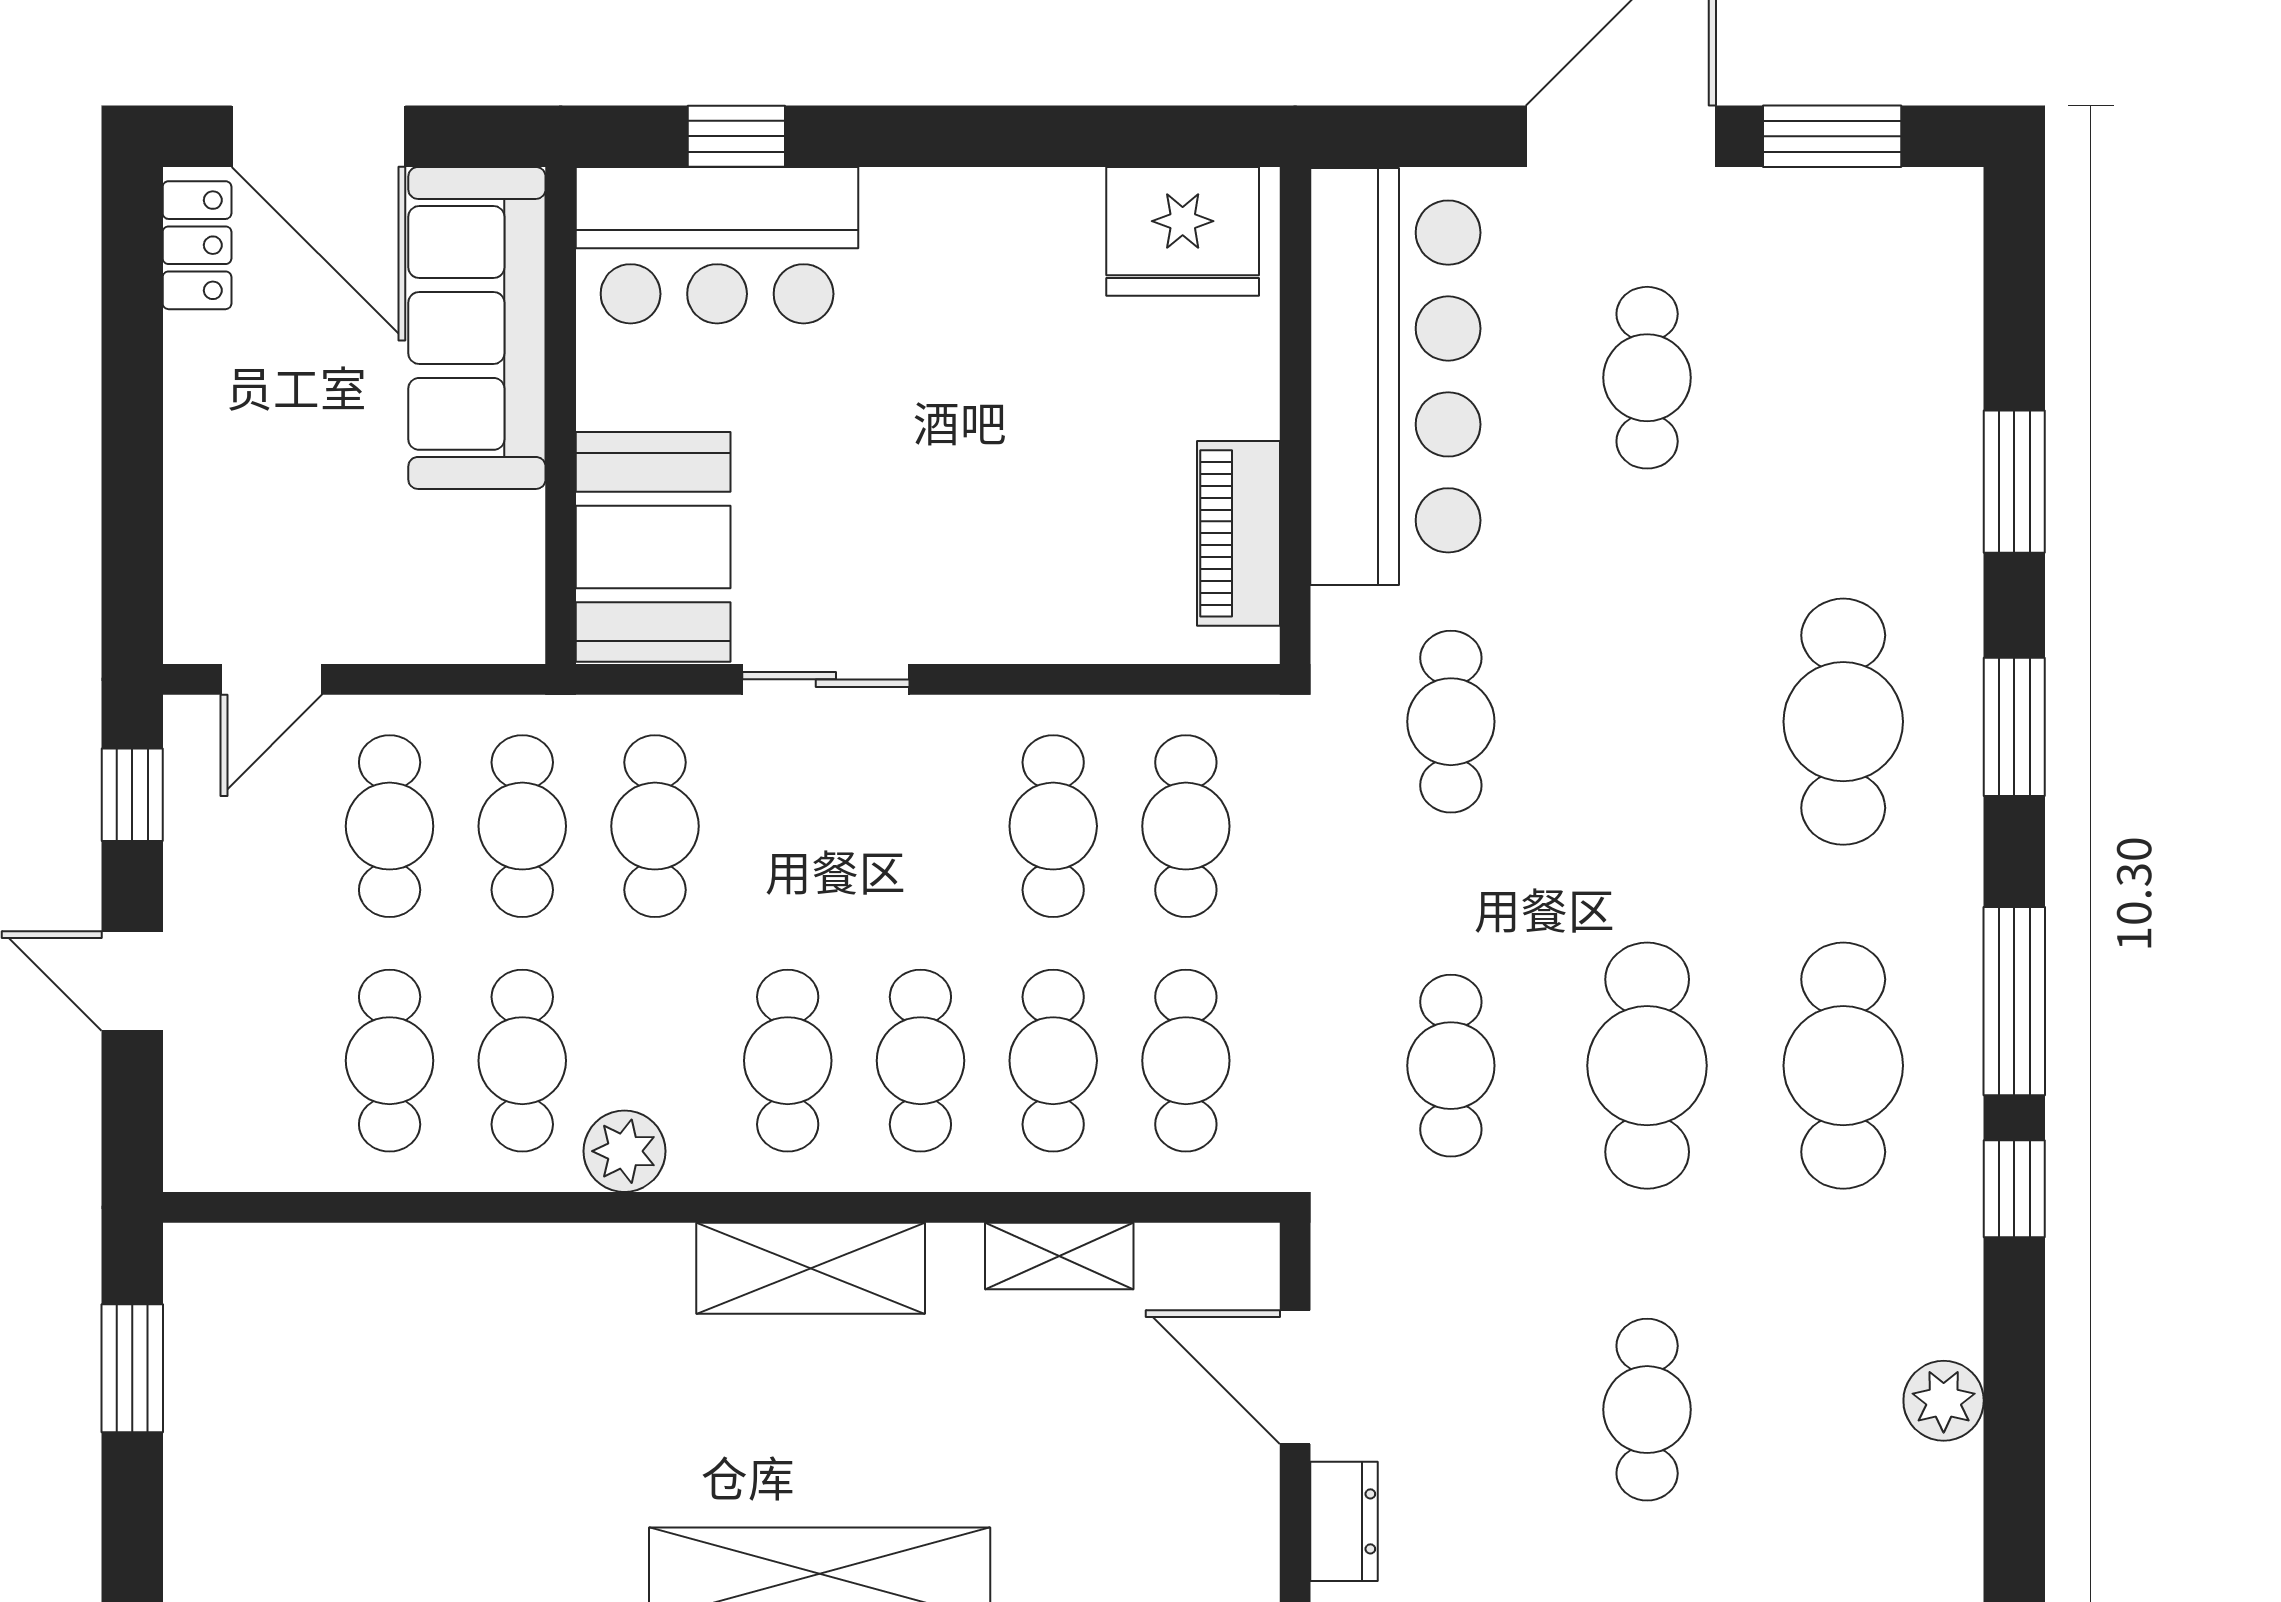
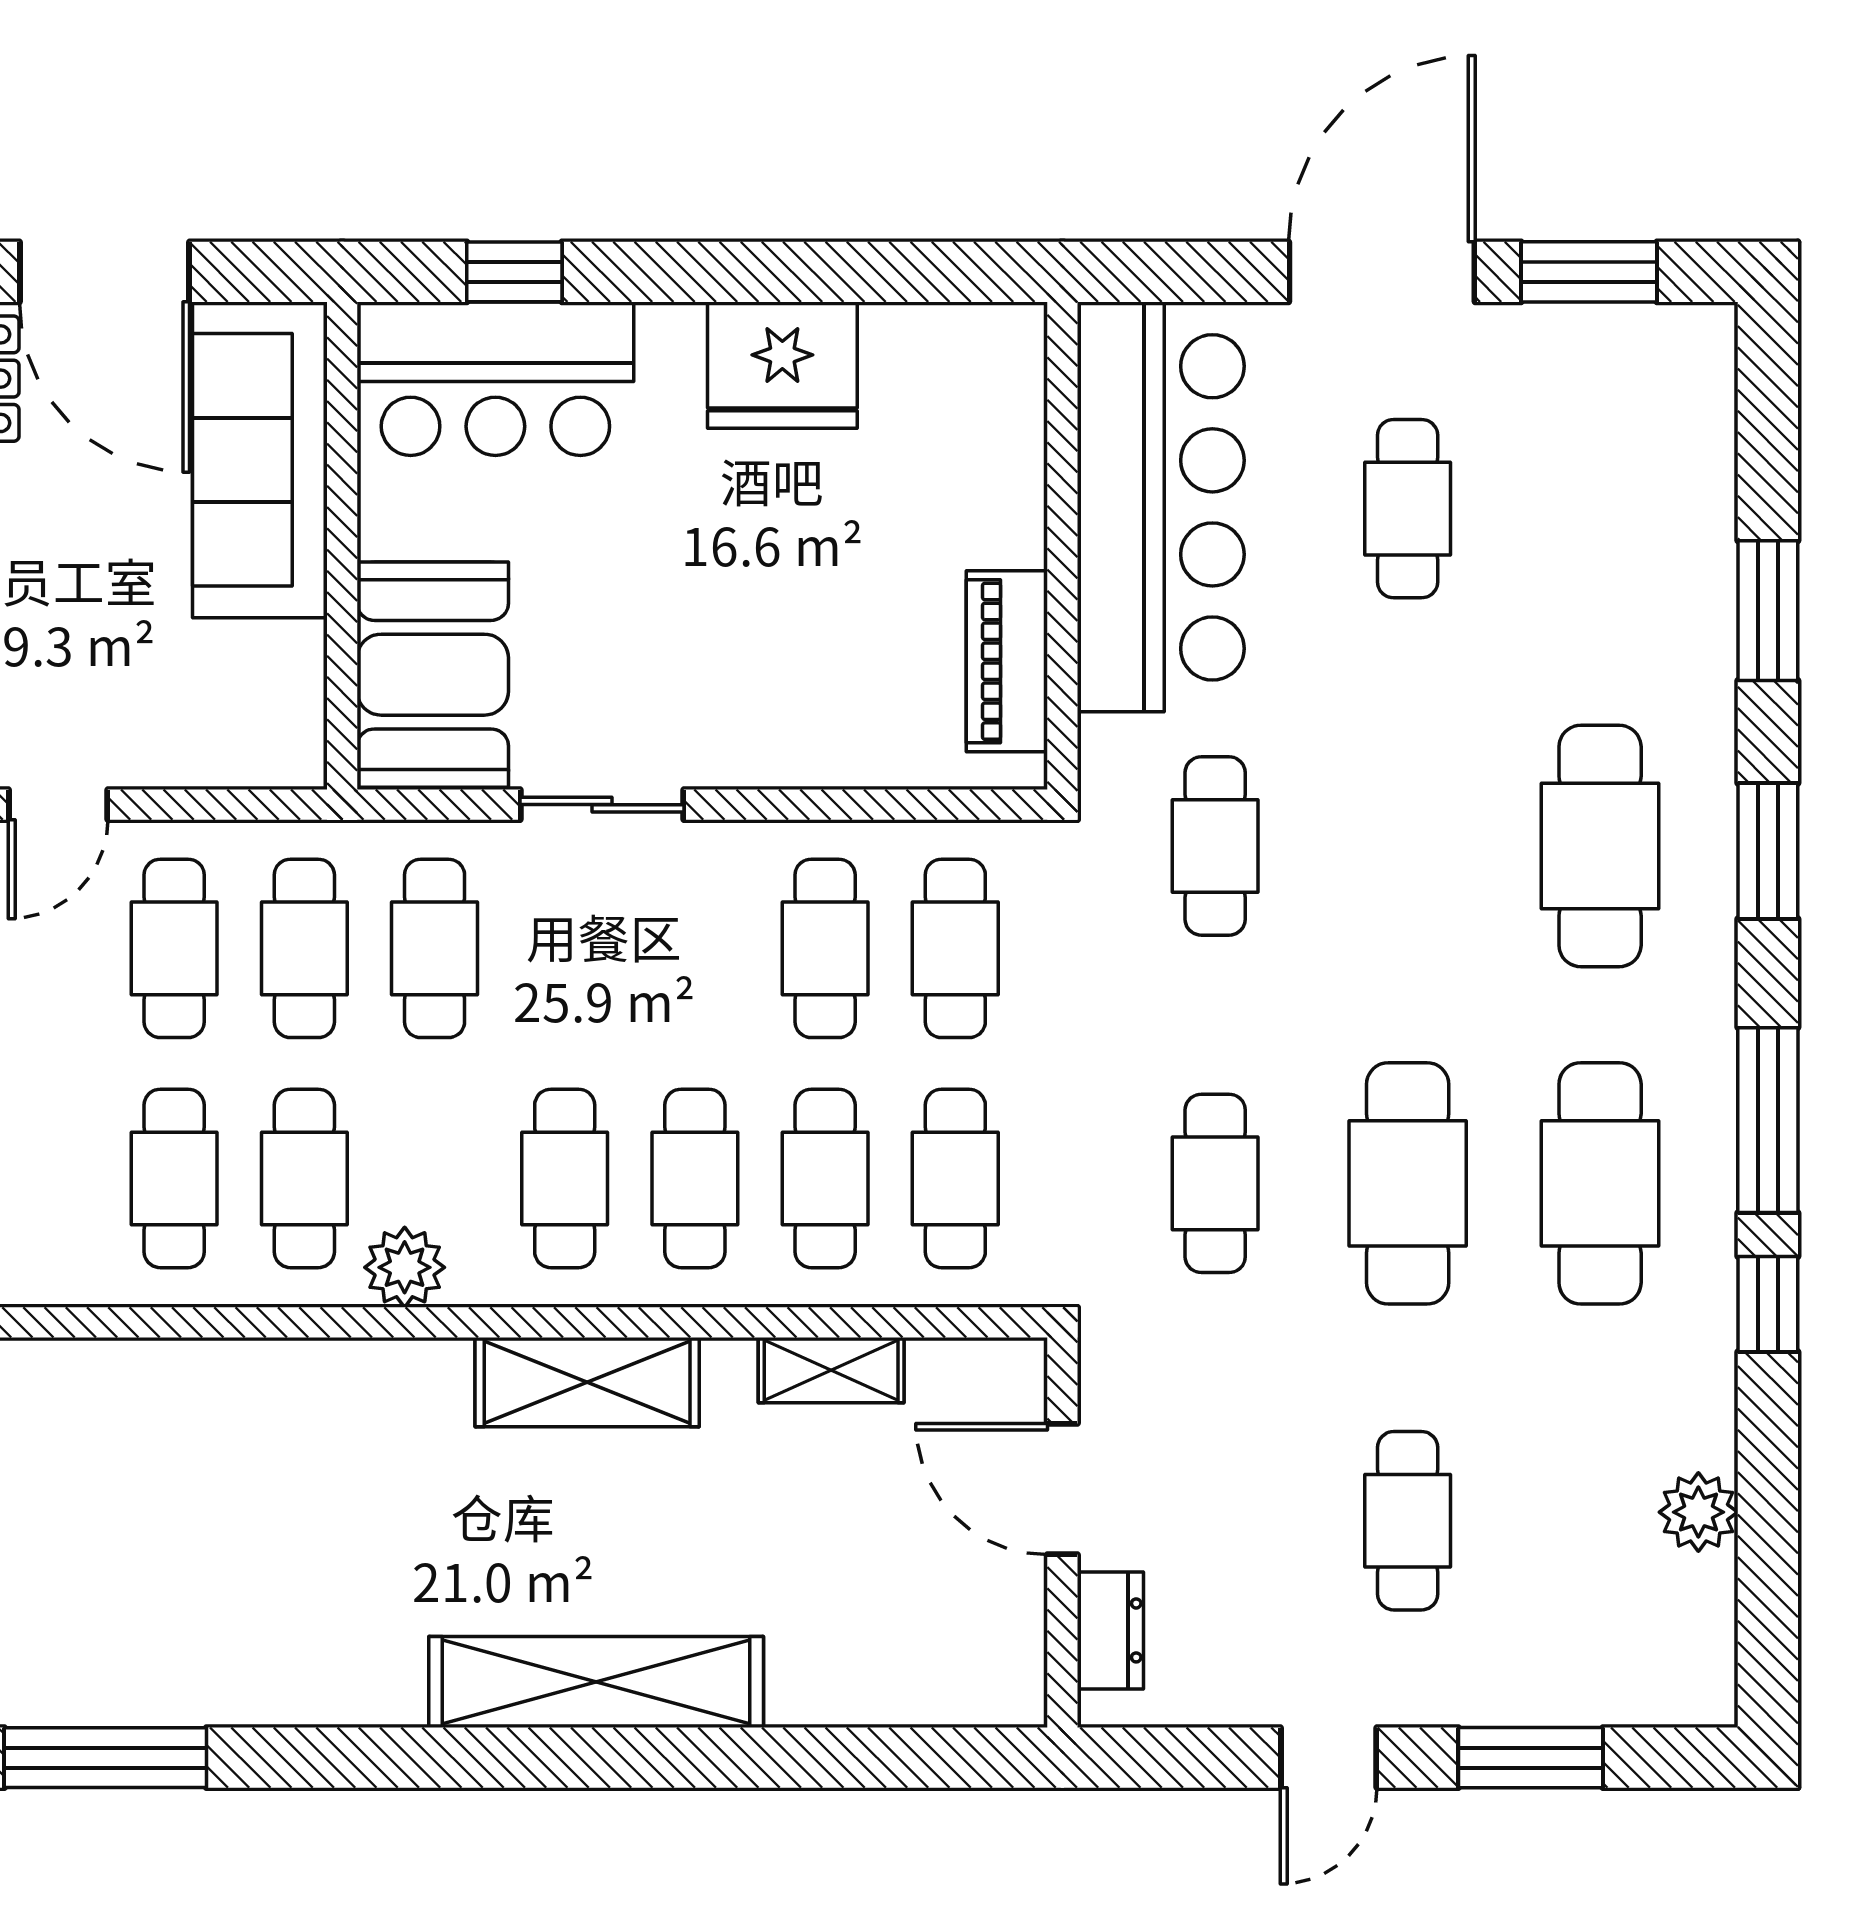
fridge: (1183, 231) -> (782, 365), moved

